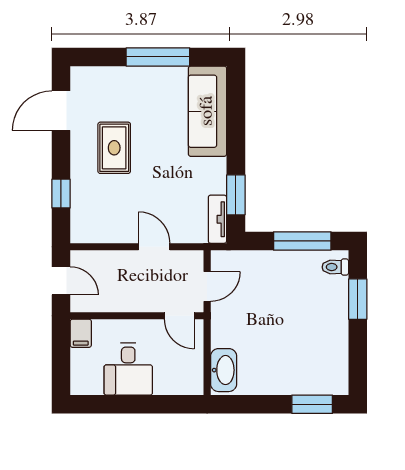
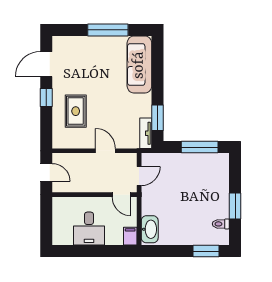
rug: (114, 148) -> (76, 111), moved
window: (61, 194) -> (46, 97), moved
toilet: (335, 267) -> (221, 224), moved
window: (358, 299) -> (235, 206), moved
filing cabinet: (81, 333) -> (130, 236), moved, turned 180

